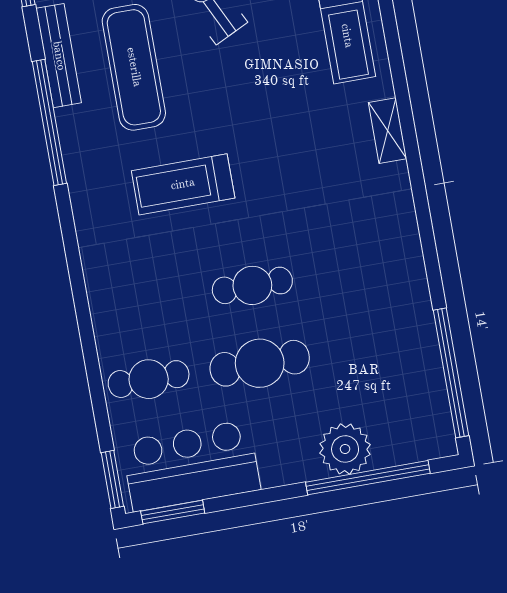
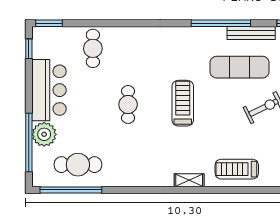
treadmill: (183, 184) -> (183, 103), moved
cafe table: (260, 363) -> (78, 165), moved, turned 90
bar counter: (191, 466) -> (49, 90), moved
window: (173, 512) -> (29, 49), width x0.67

